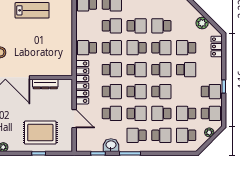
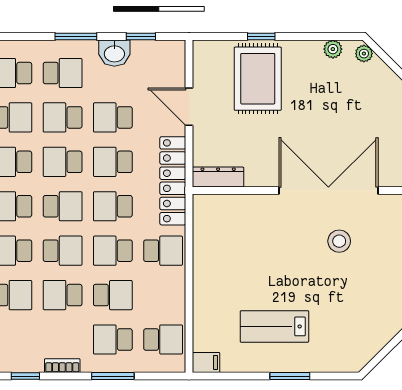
school desk: (112, 26) -> (113, 295), turned 180
school desk: (137, 70) -> (63, 206), turned 180
dresser: (45, 84) -> (218, 177), moved
rug: (40, 133) -> (258, 79), turned 90

